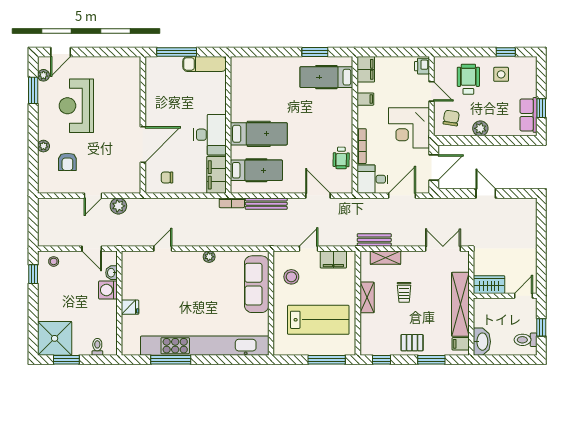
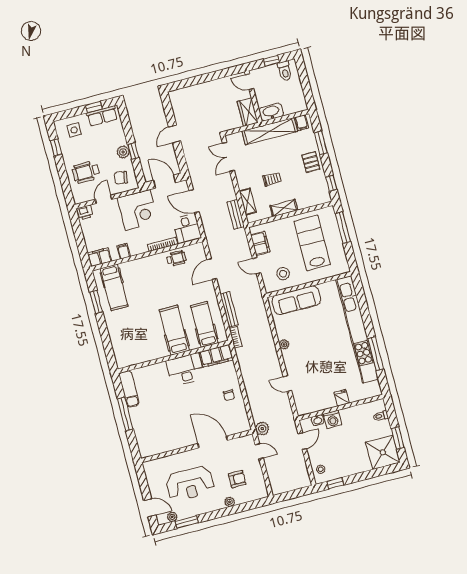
side table: (501, 74) -> (74, 130), moved
wall: (143, 125) -> (197, 446), moved
window: (479, 140) -> (133, 151), added
door: (143, 145) -> (213, 442), moved
washbasin: (482, 342) -> (271, 112), moved

